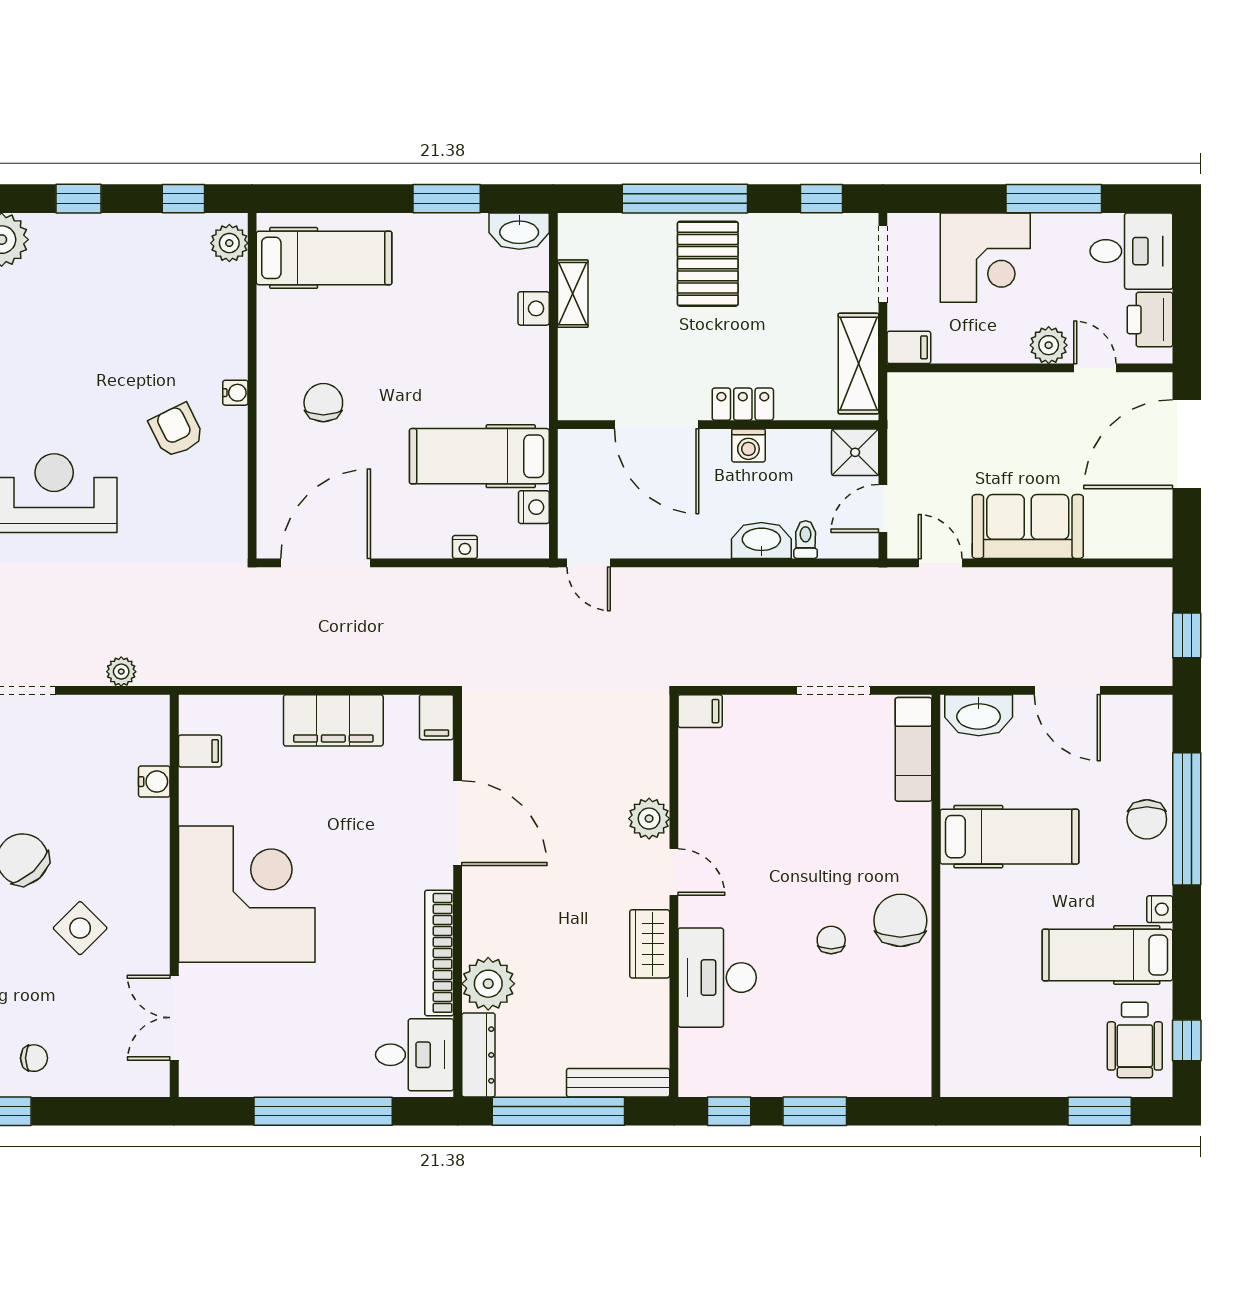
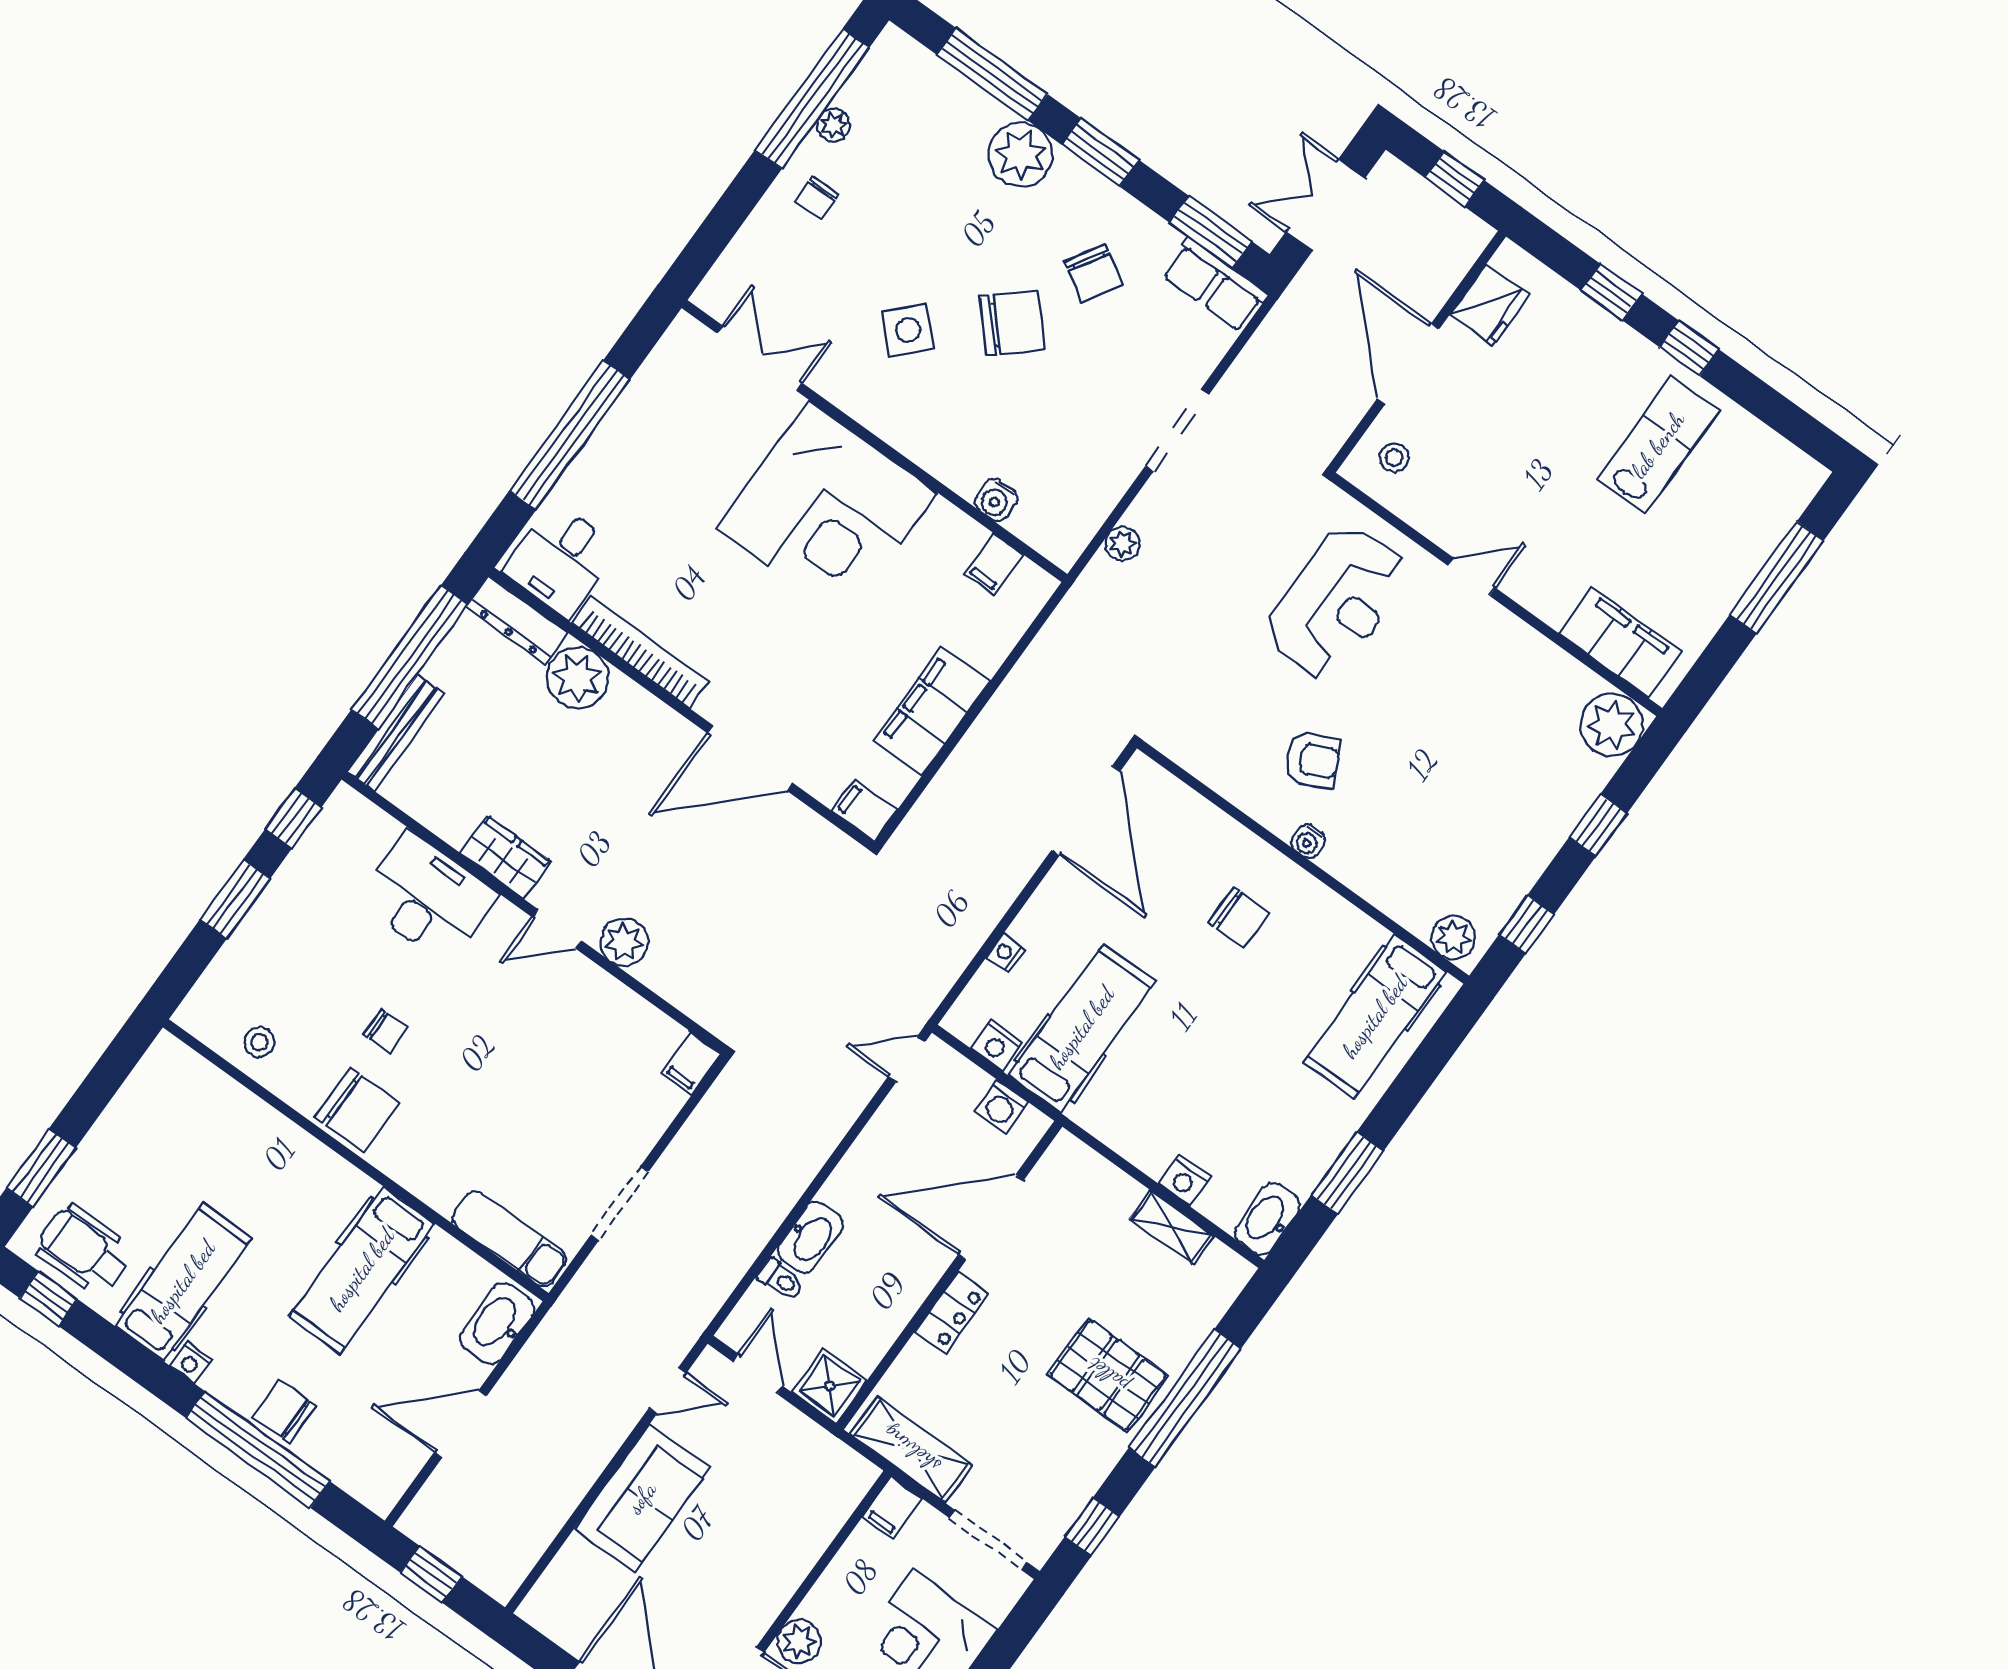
washing machine: (748, 446) -> (1002, 1107), moved, turned -90
stool: (902, 1022) -> (259, 1042), added

